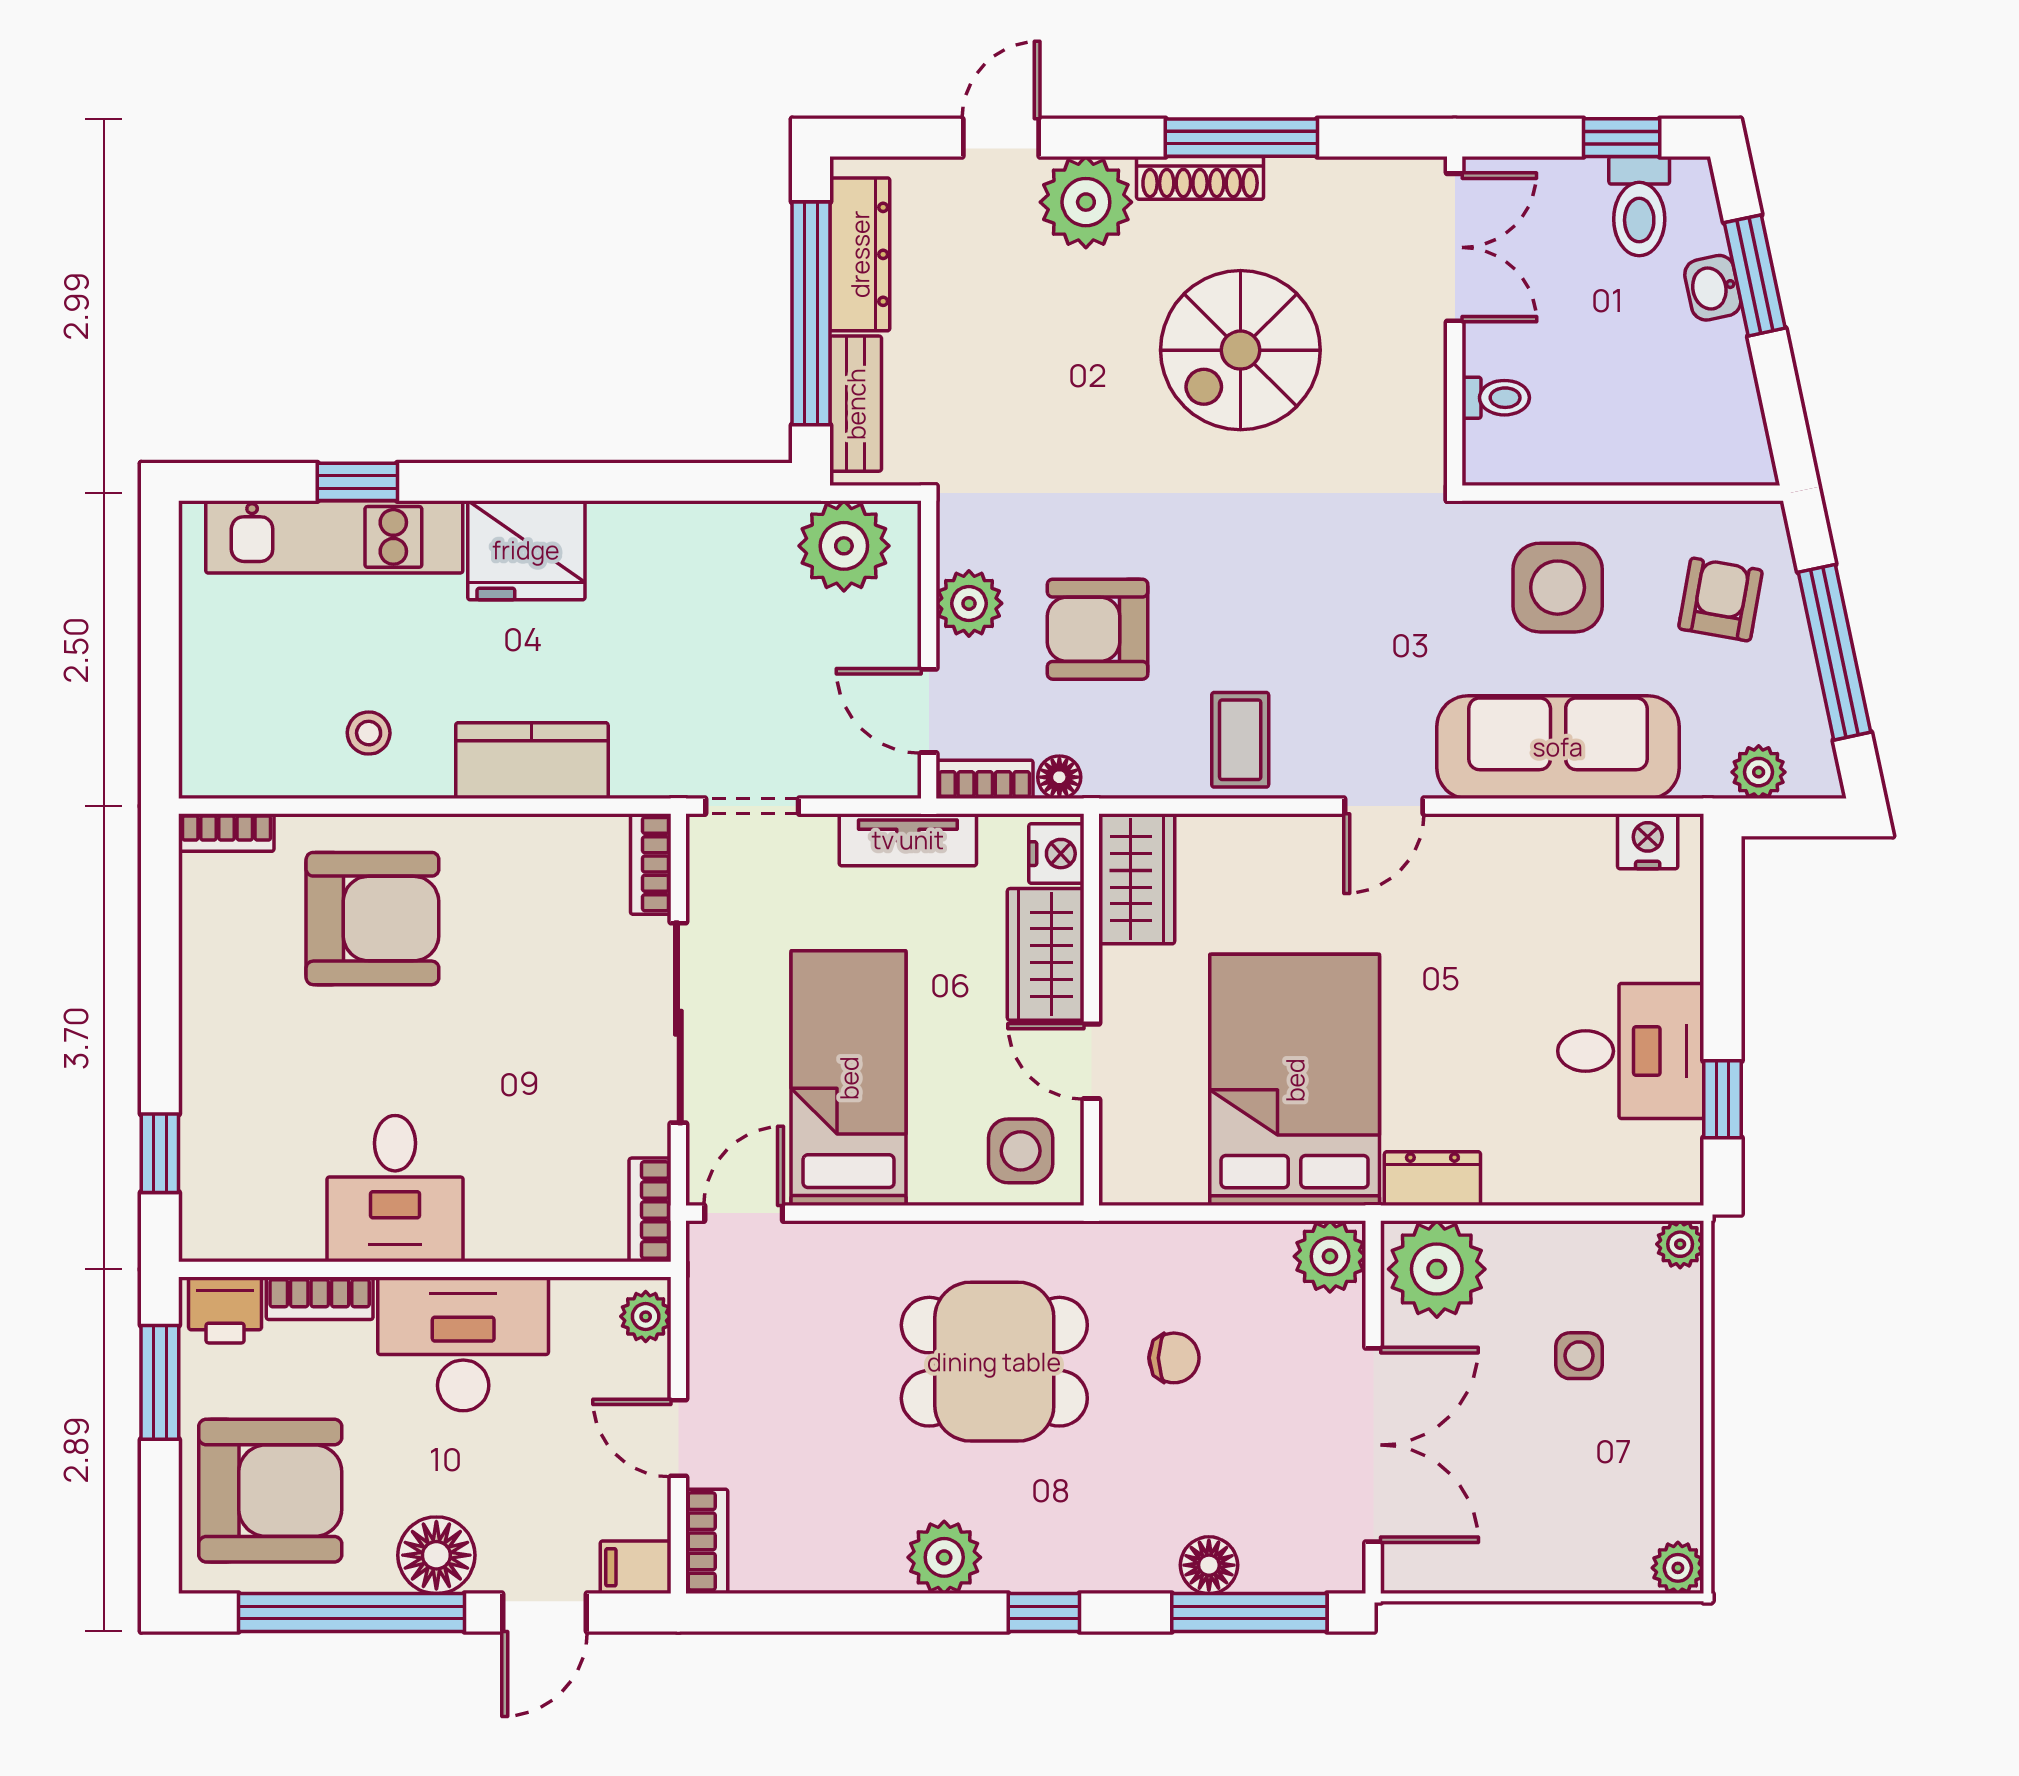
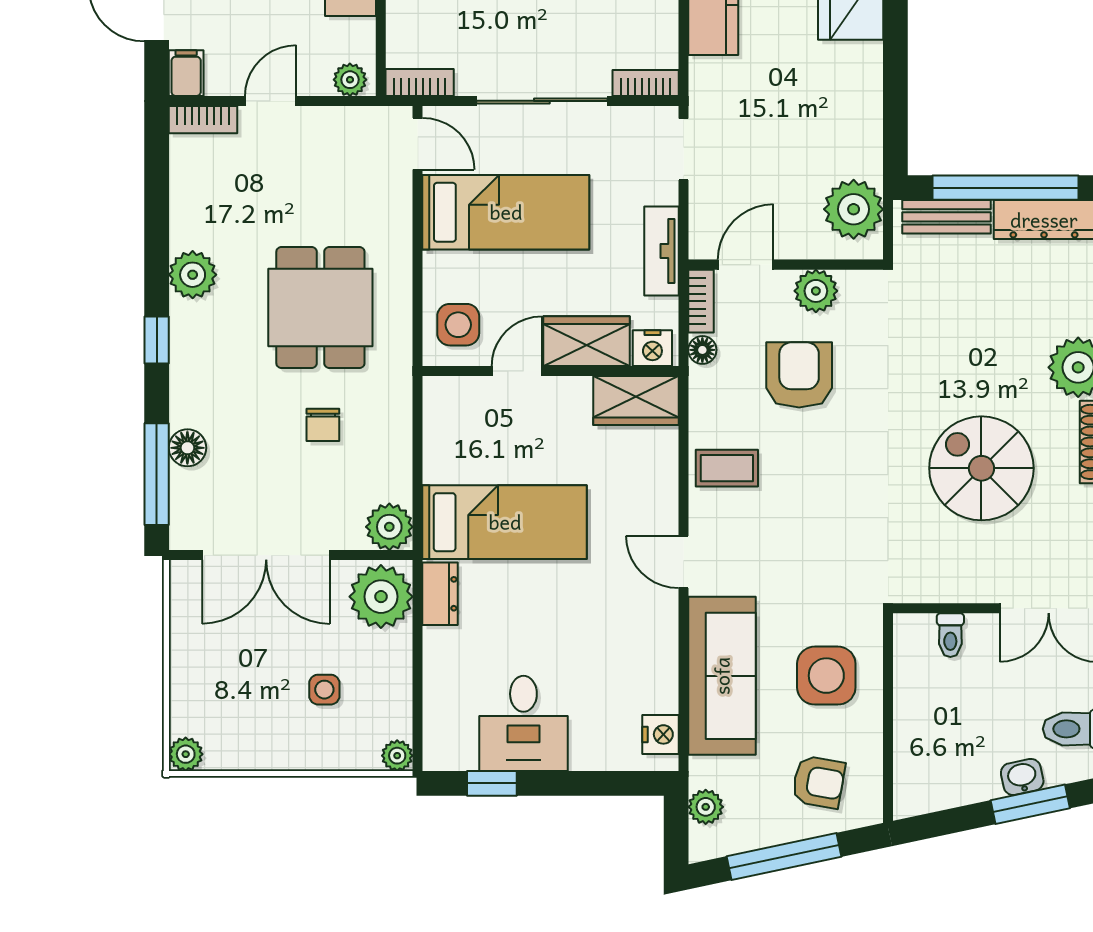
bed: (1295, 1080) -> (505, 522), width x0.67

